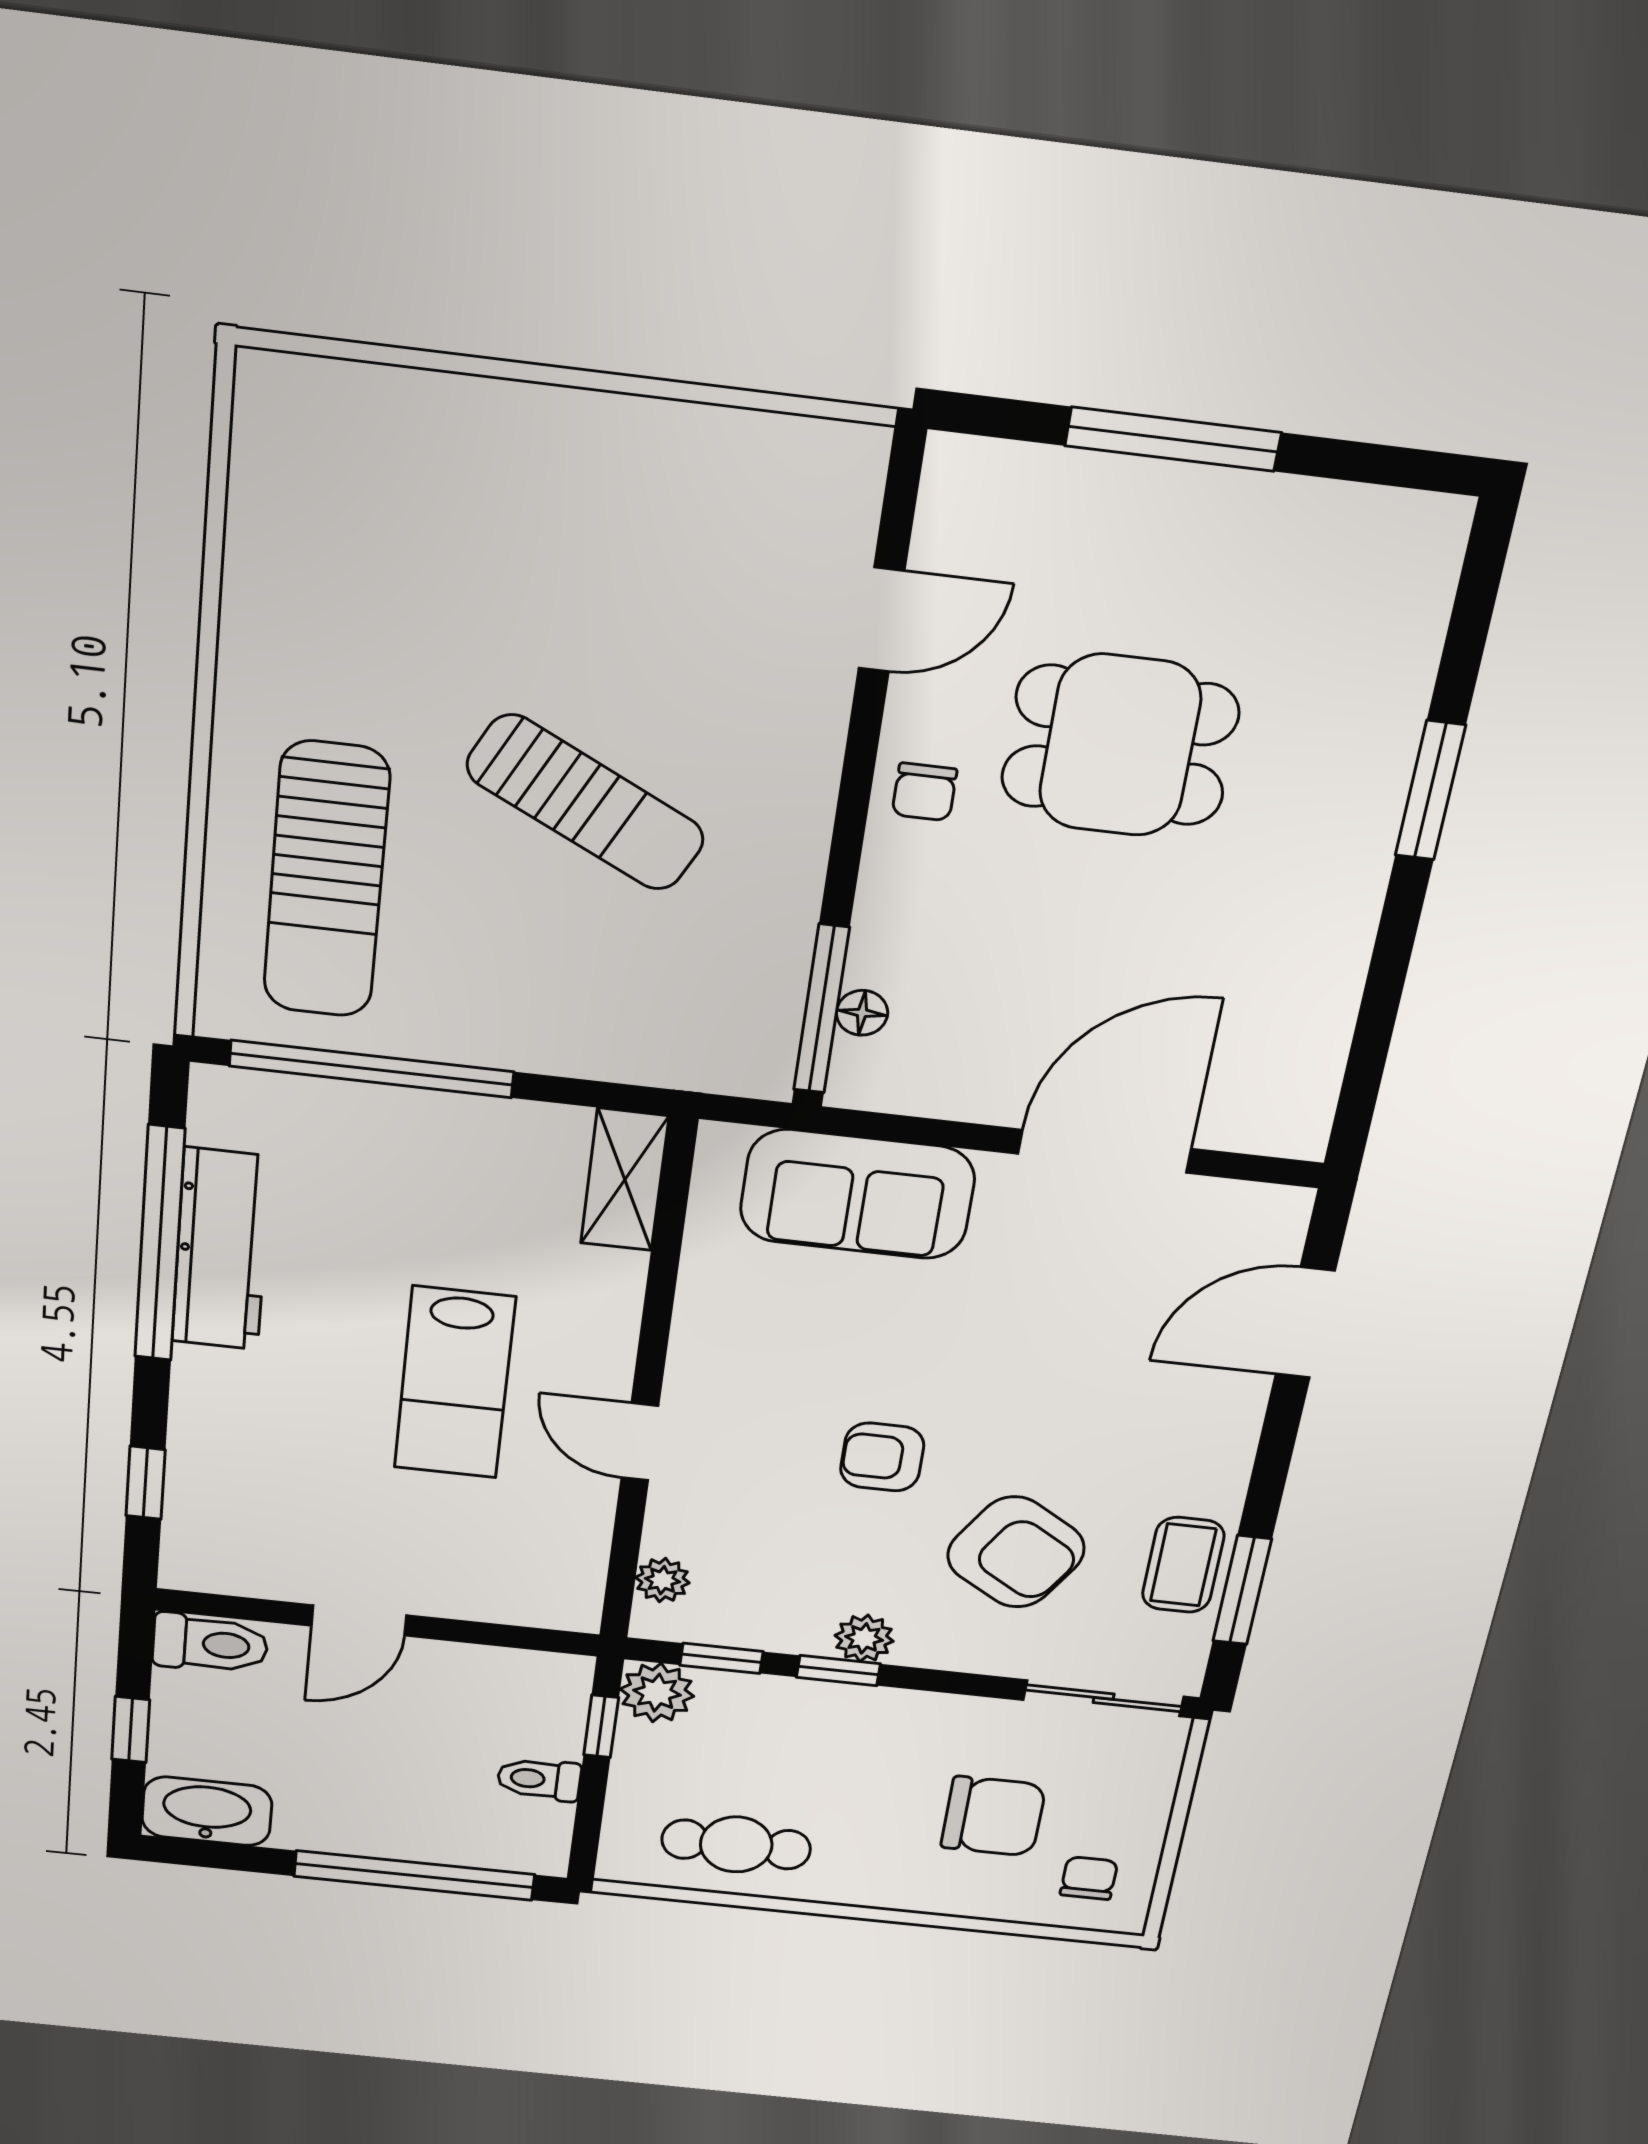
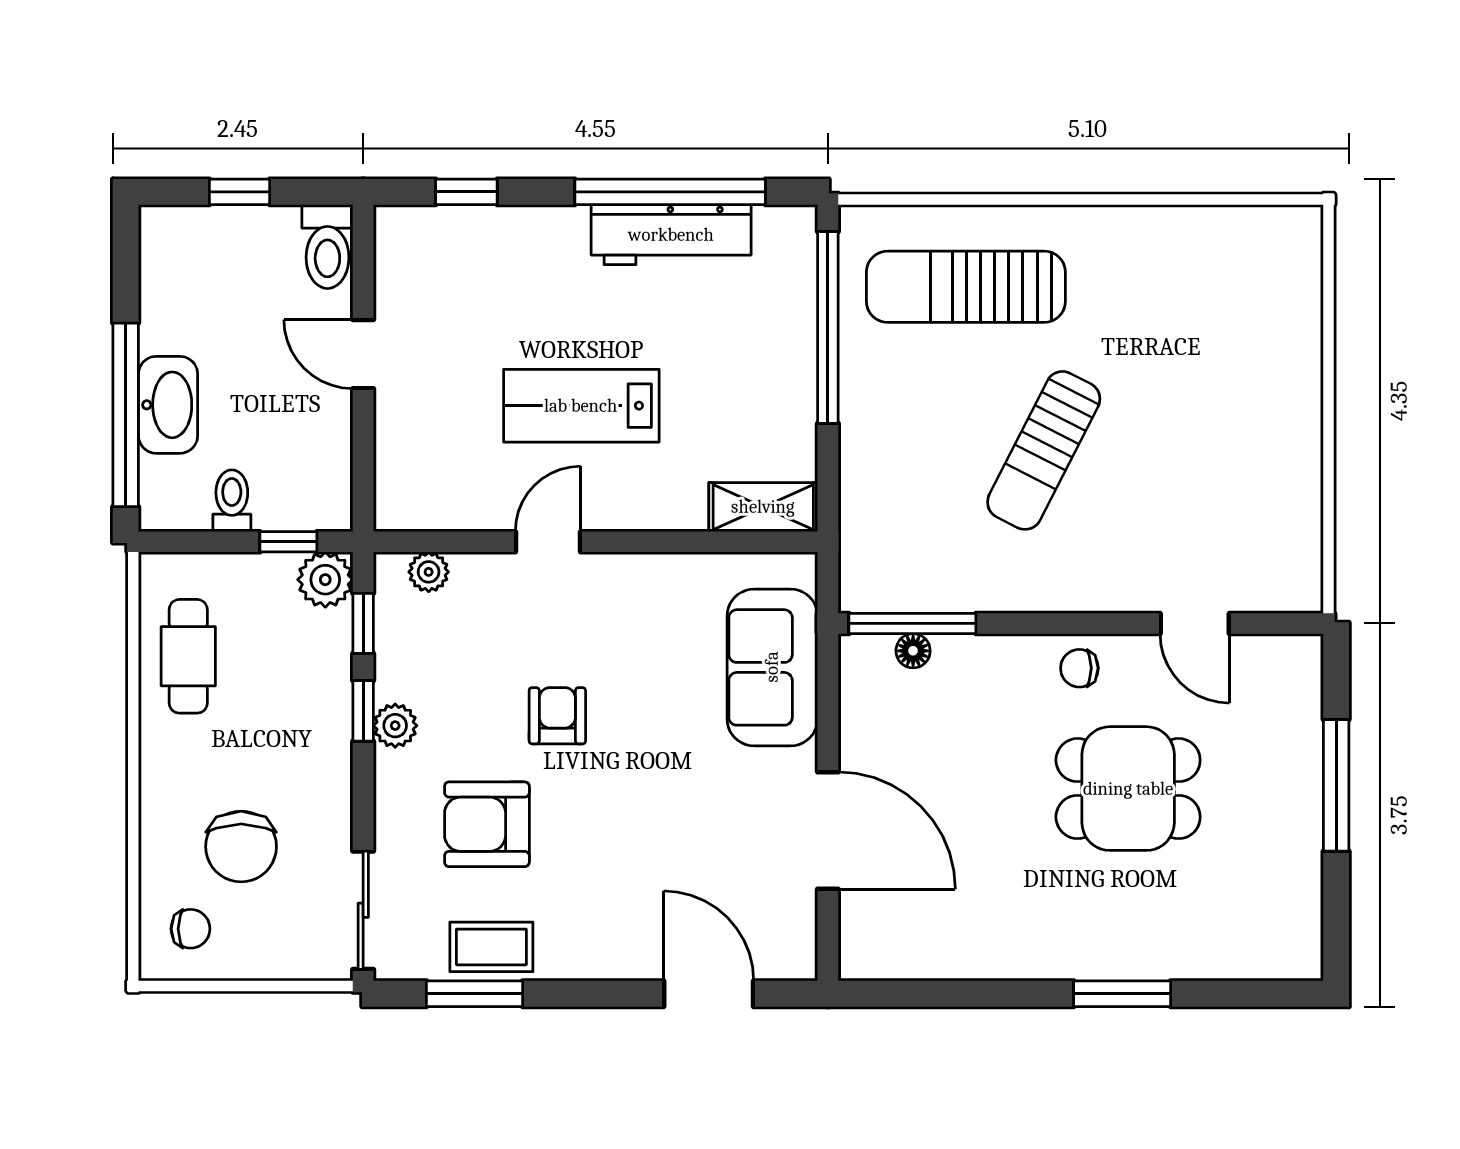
dining table: (1120, 745) -> (1128, 789), turned 90
armchair: (1016, 1552) -> (487, 824), turned 58
washbasin: (207, 1811) -> (168, 405), moved

